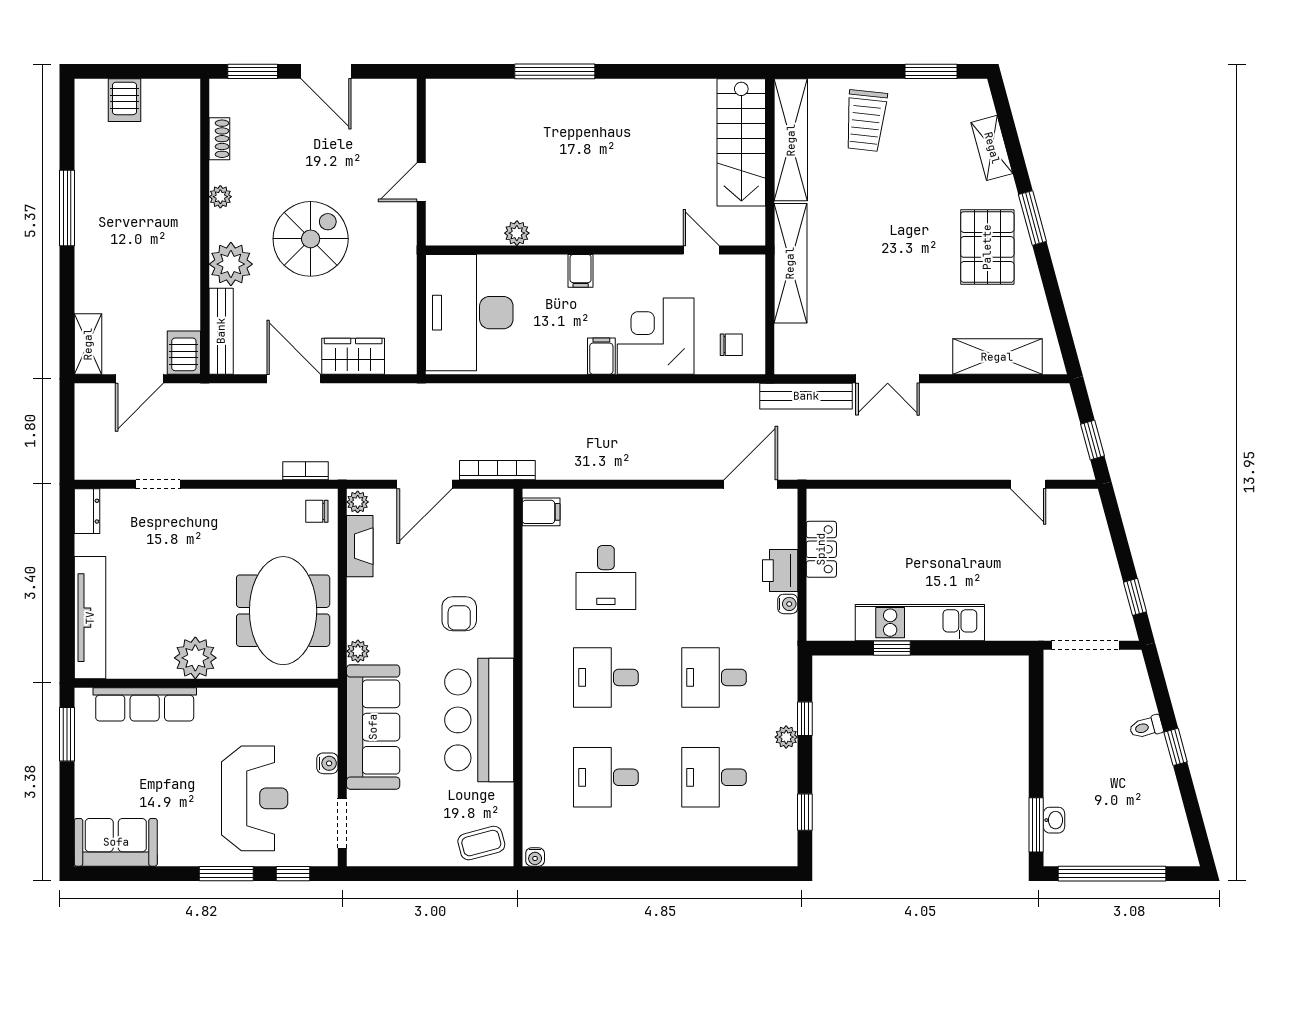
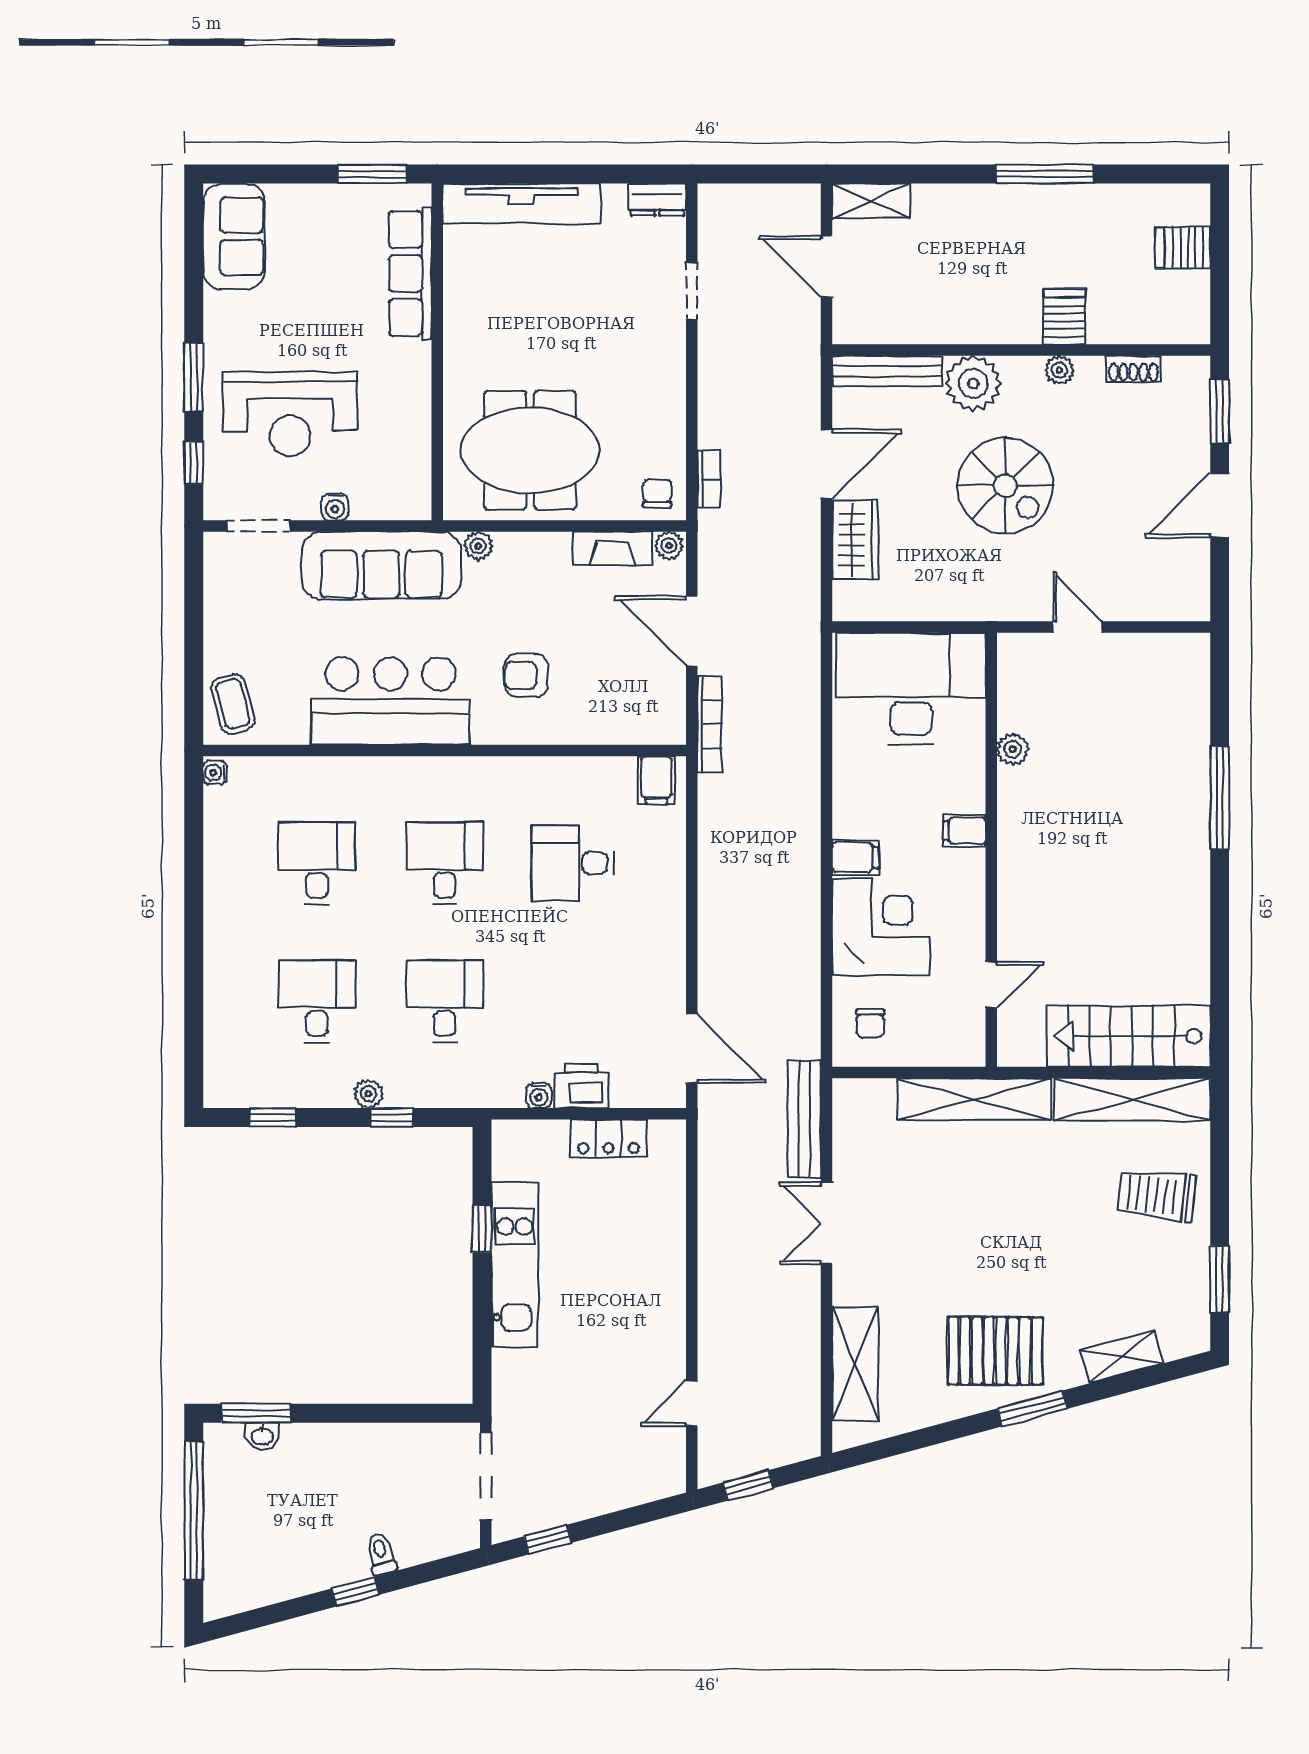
server rack: (184, 353) -> (1064, 317), moved, turned -90
plant: (195, 658) -> (470, 338), removed

